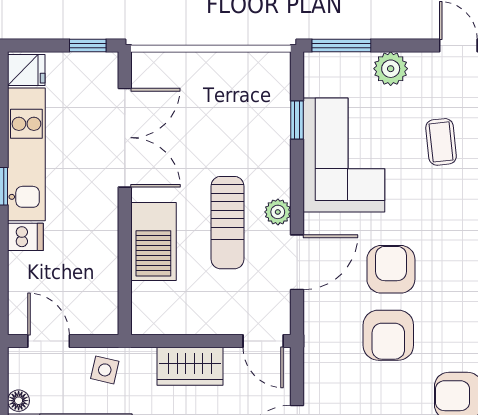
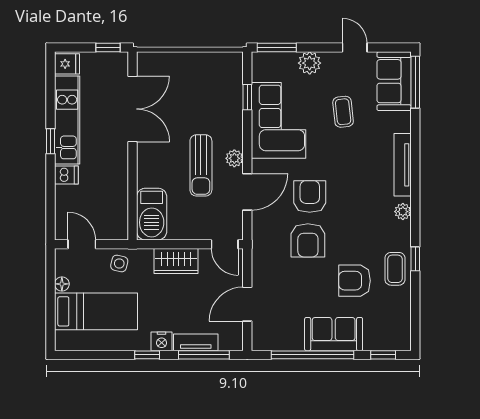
barbecue: (153, 242) -> (152, 214), moved

